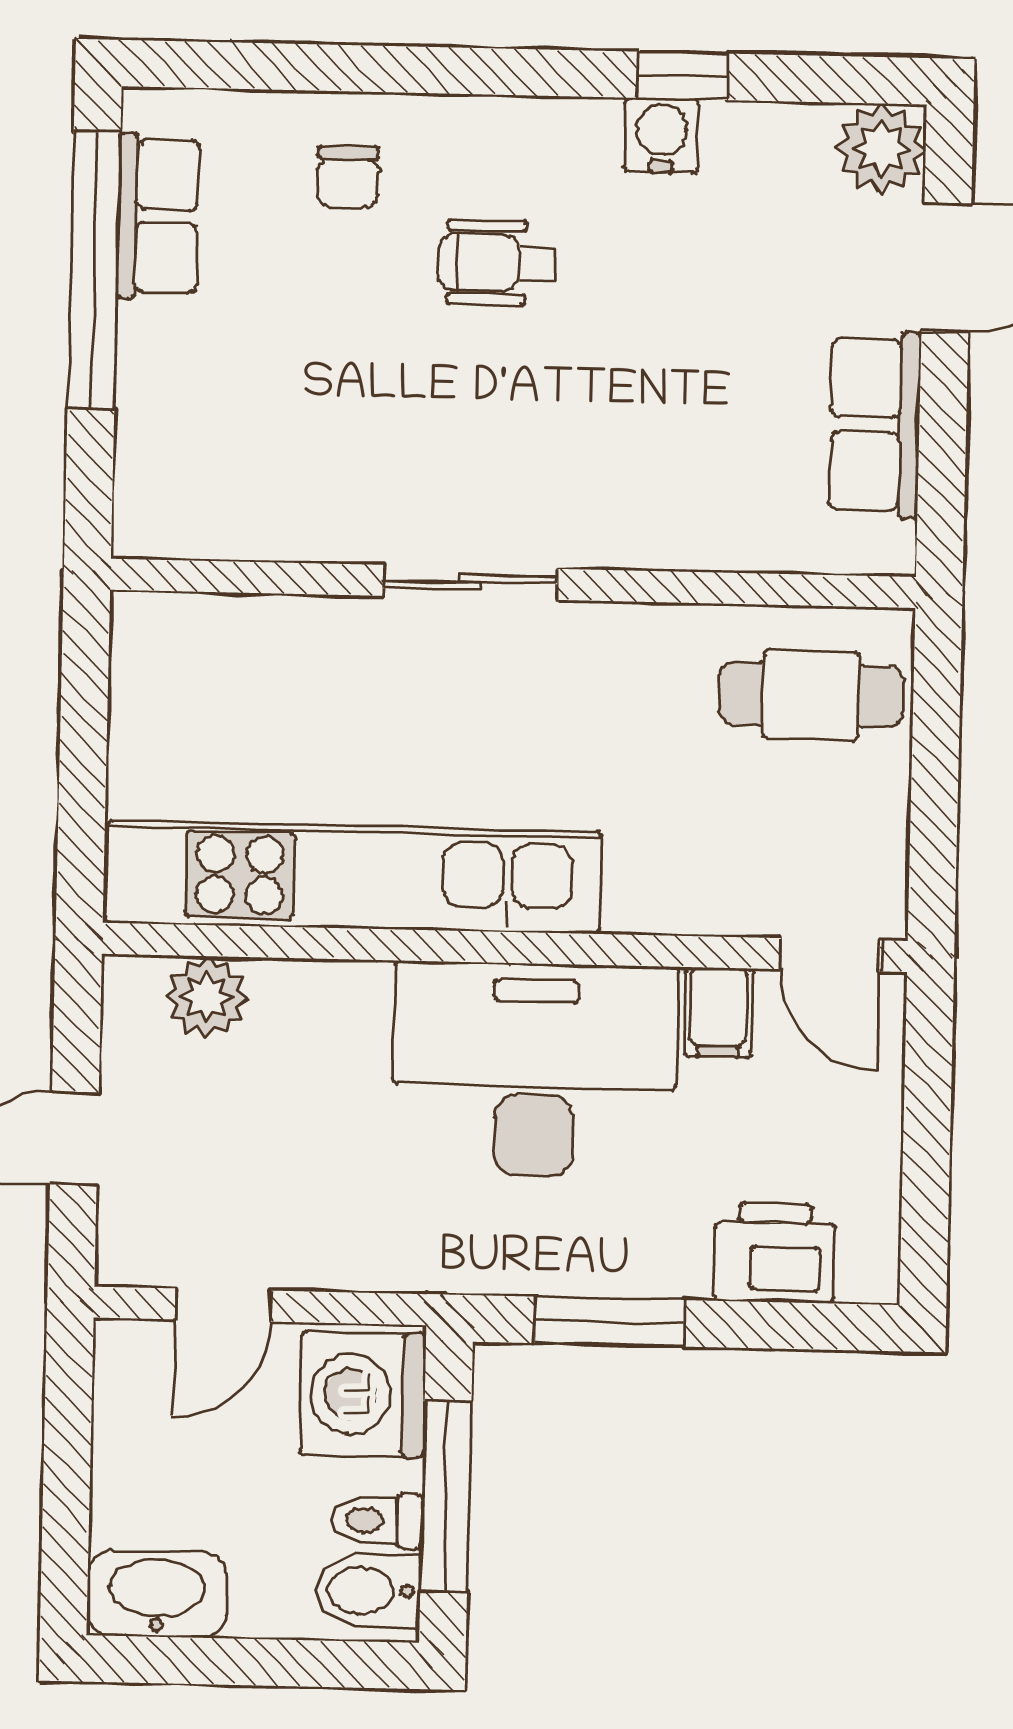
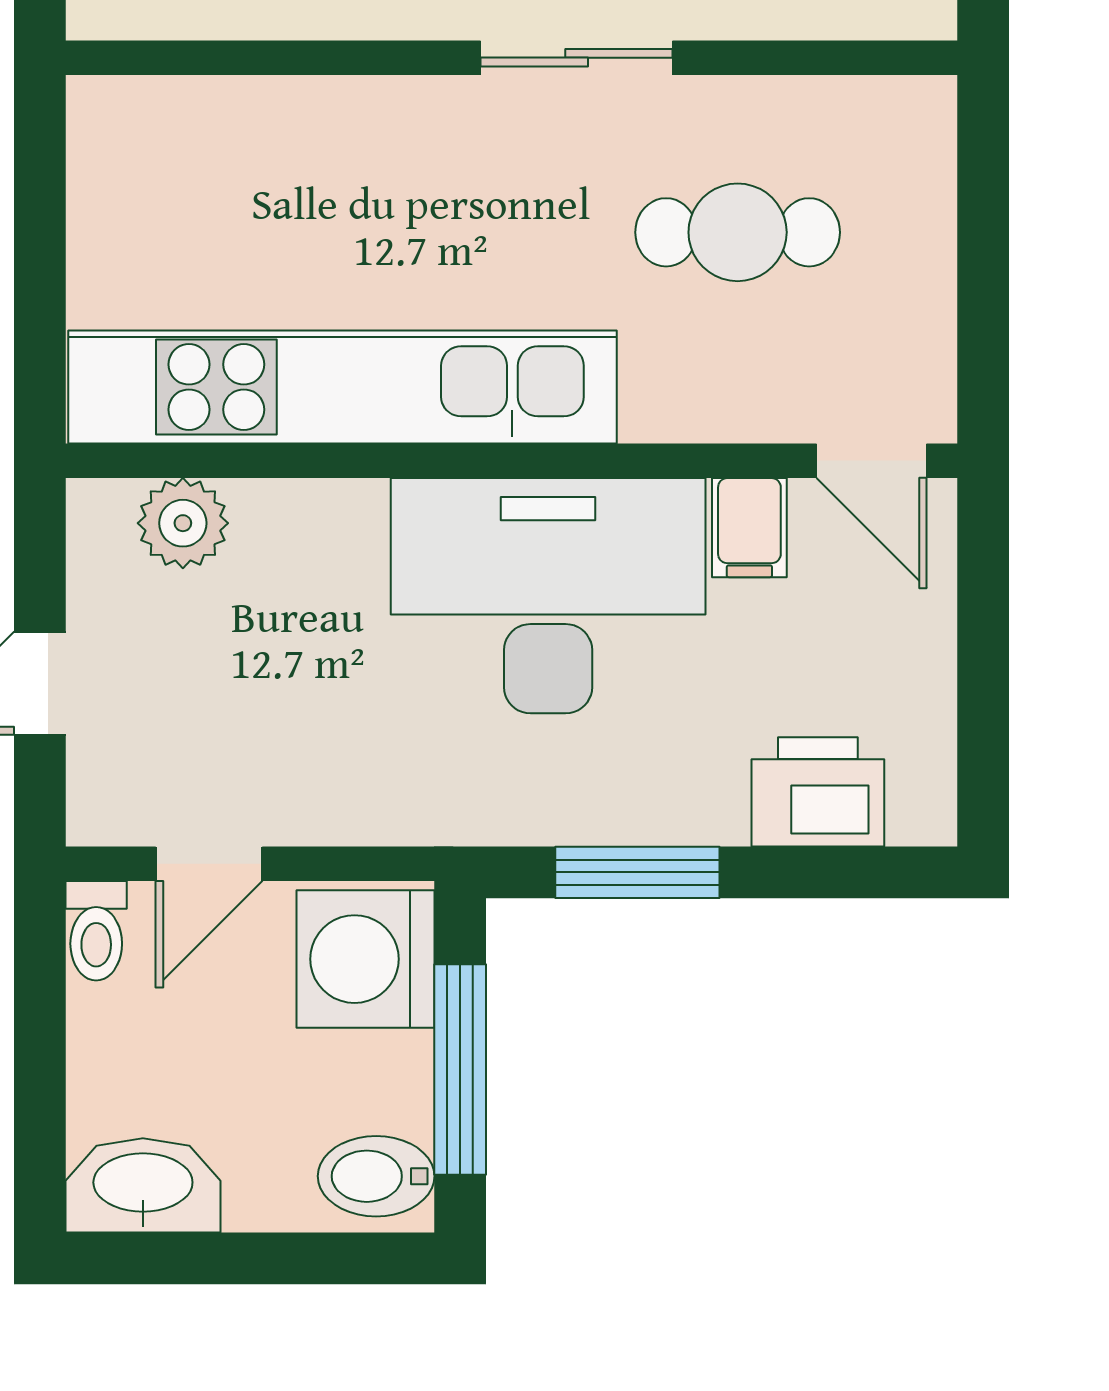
sliding door: (470, 582) -> (577, 58), moved
cafe table: (811, 695) -> (738, 232), moved
toilet: (377, 1521) -> (96, 931), moved, turned -90

